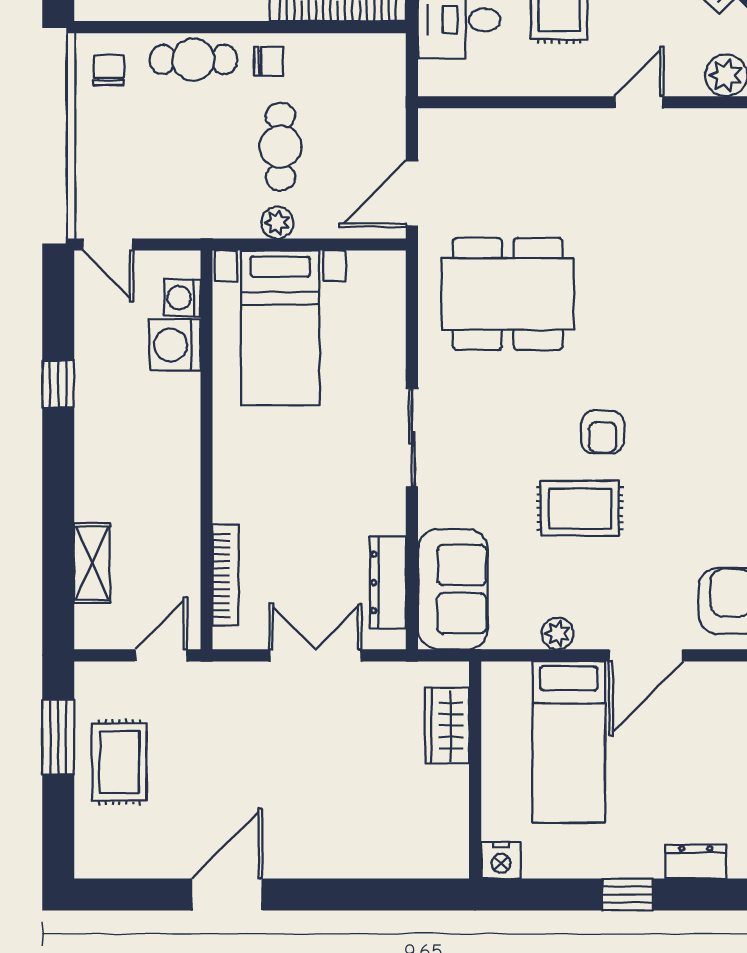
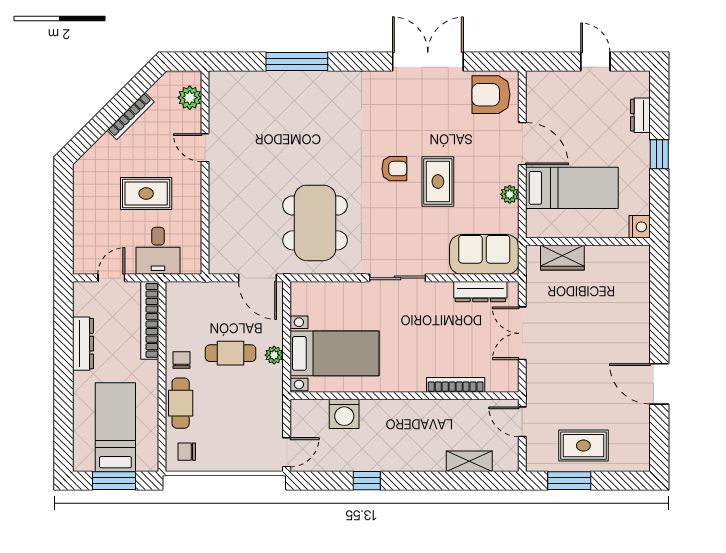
washing machine: (182, 298) -> (317, 410), removed
bookcase: (225, 575) -> (456, 385), moved

